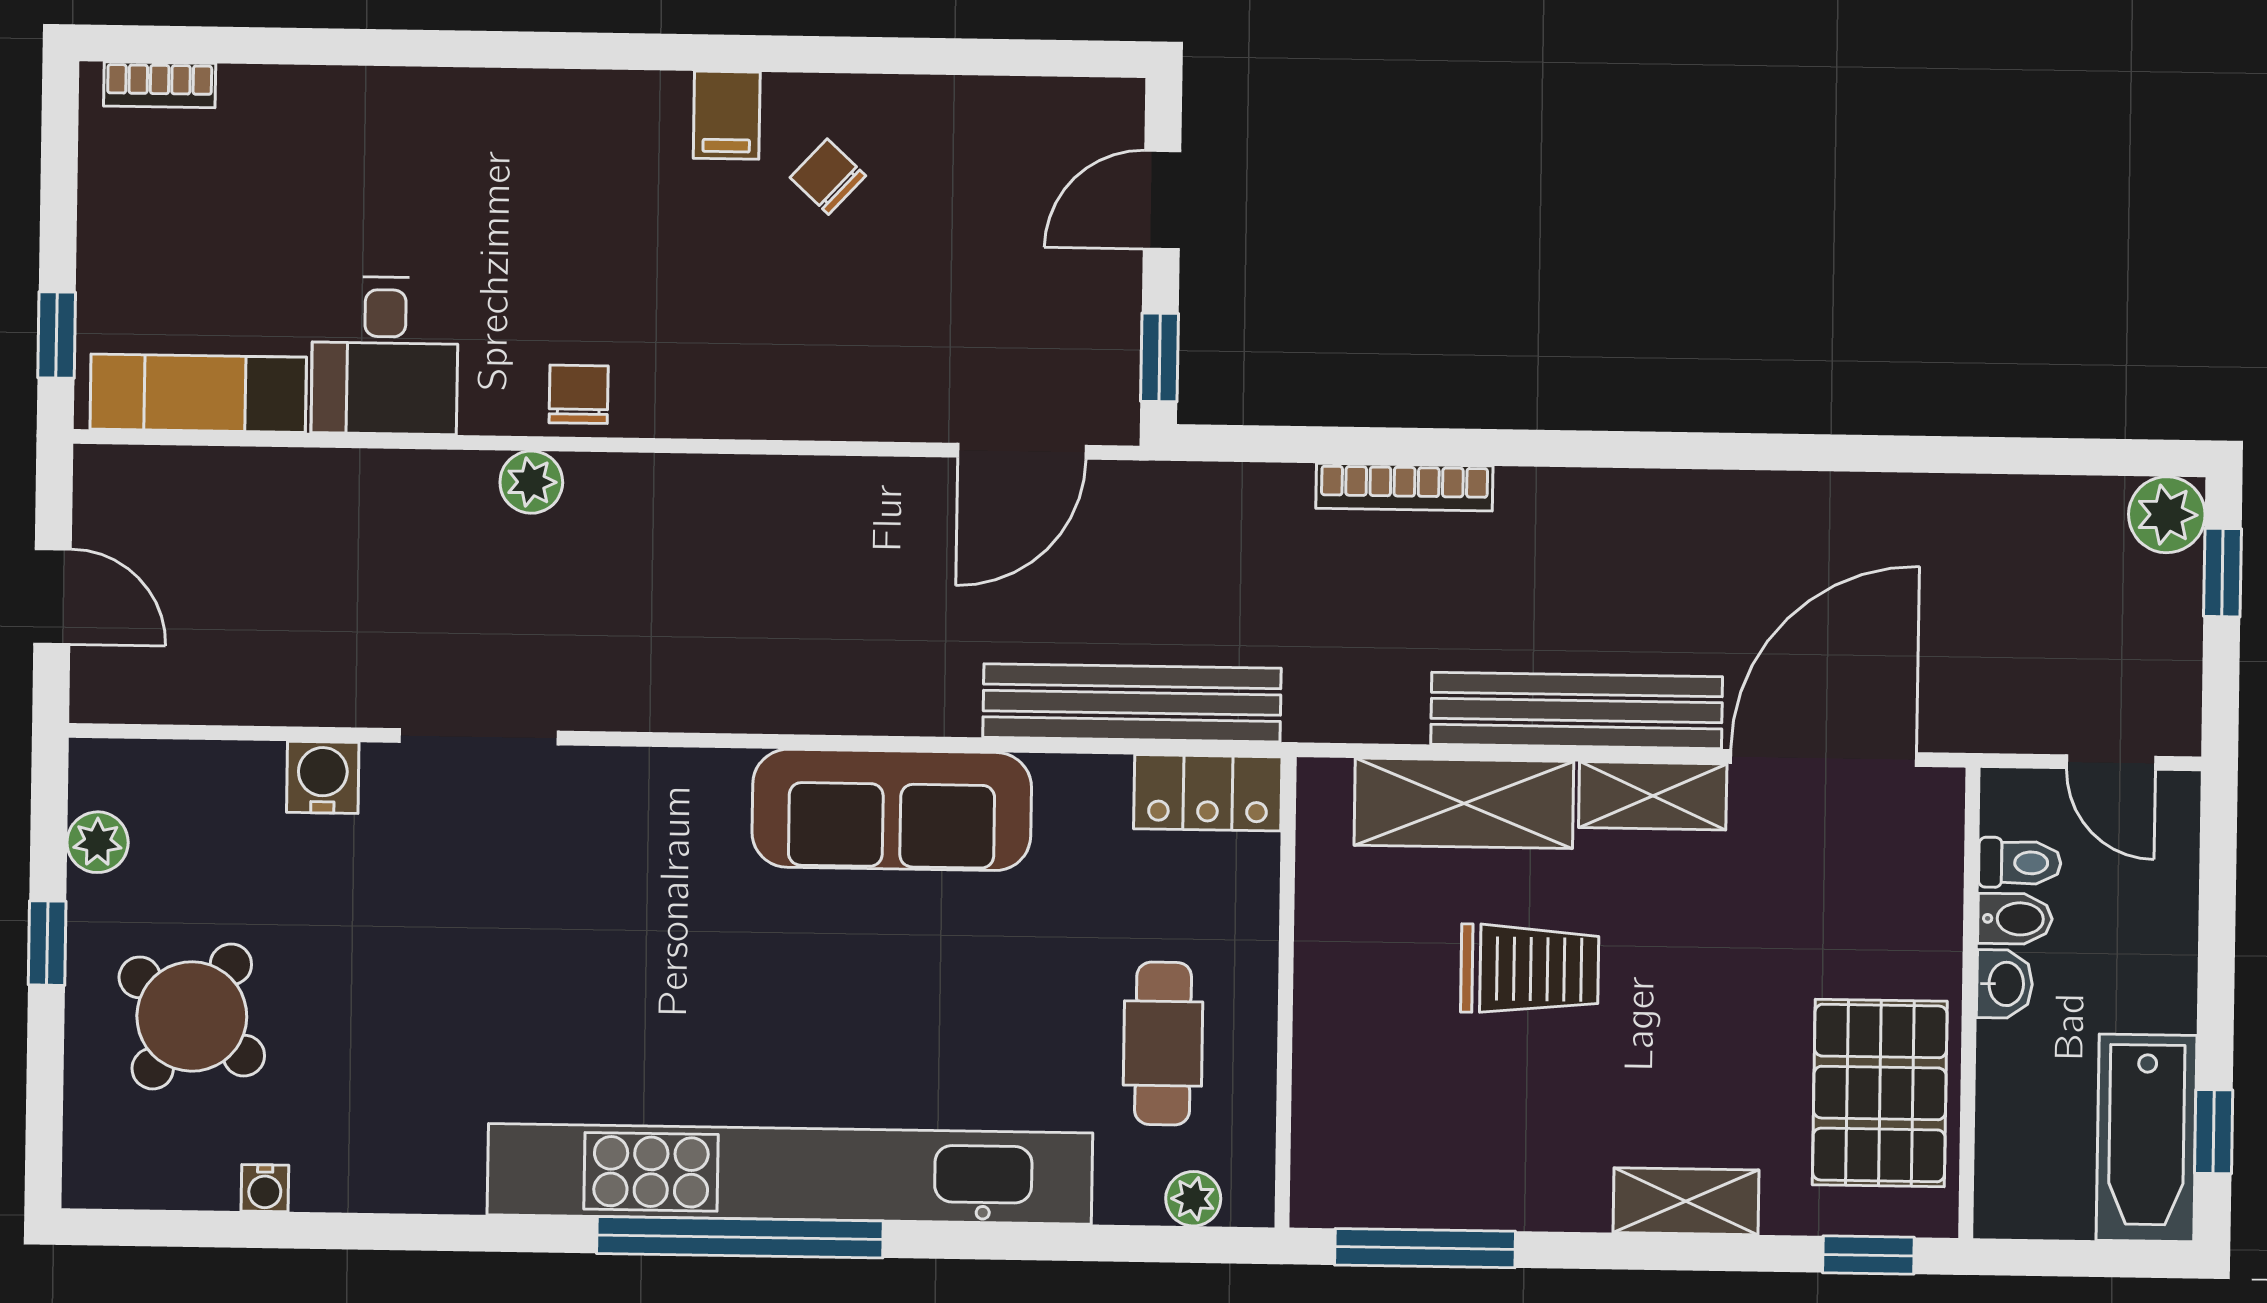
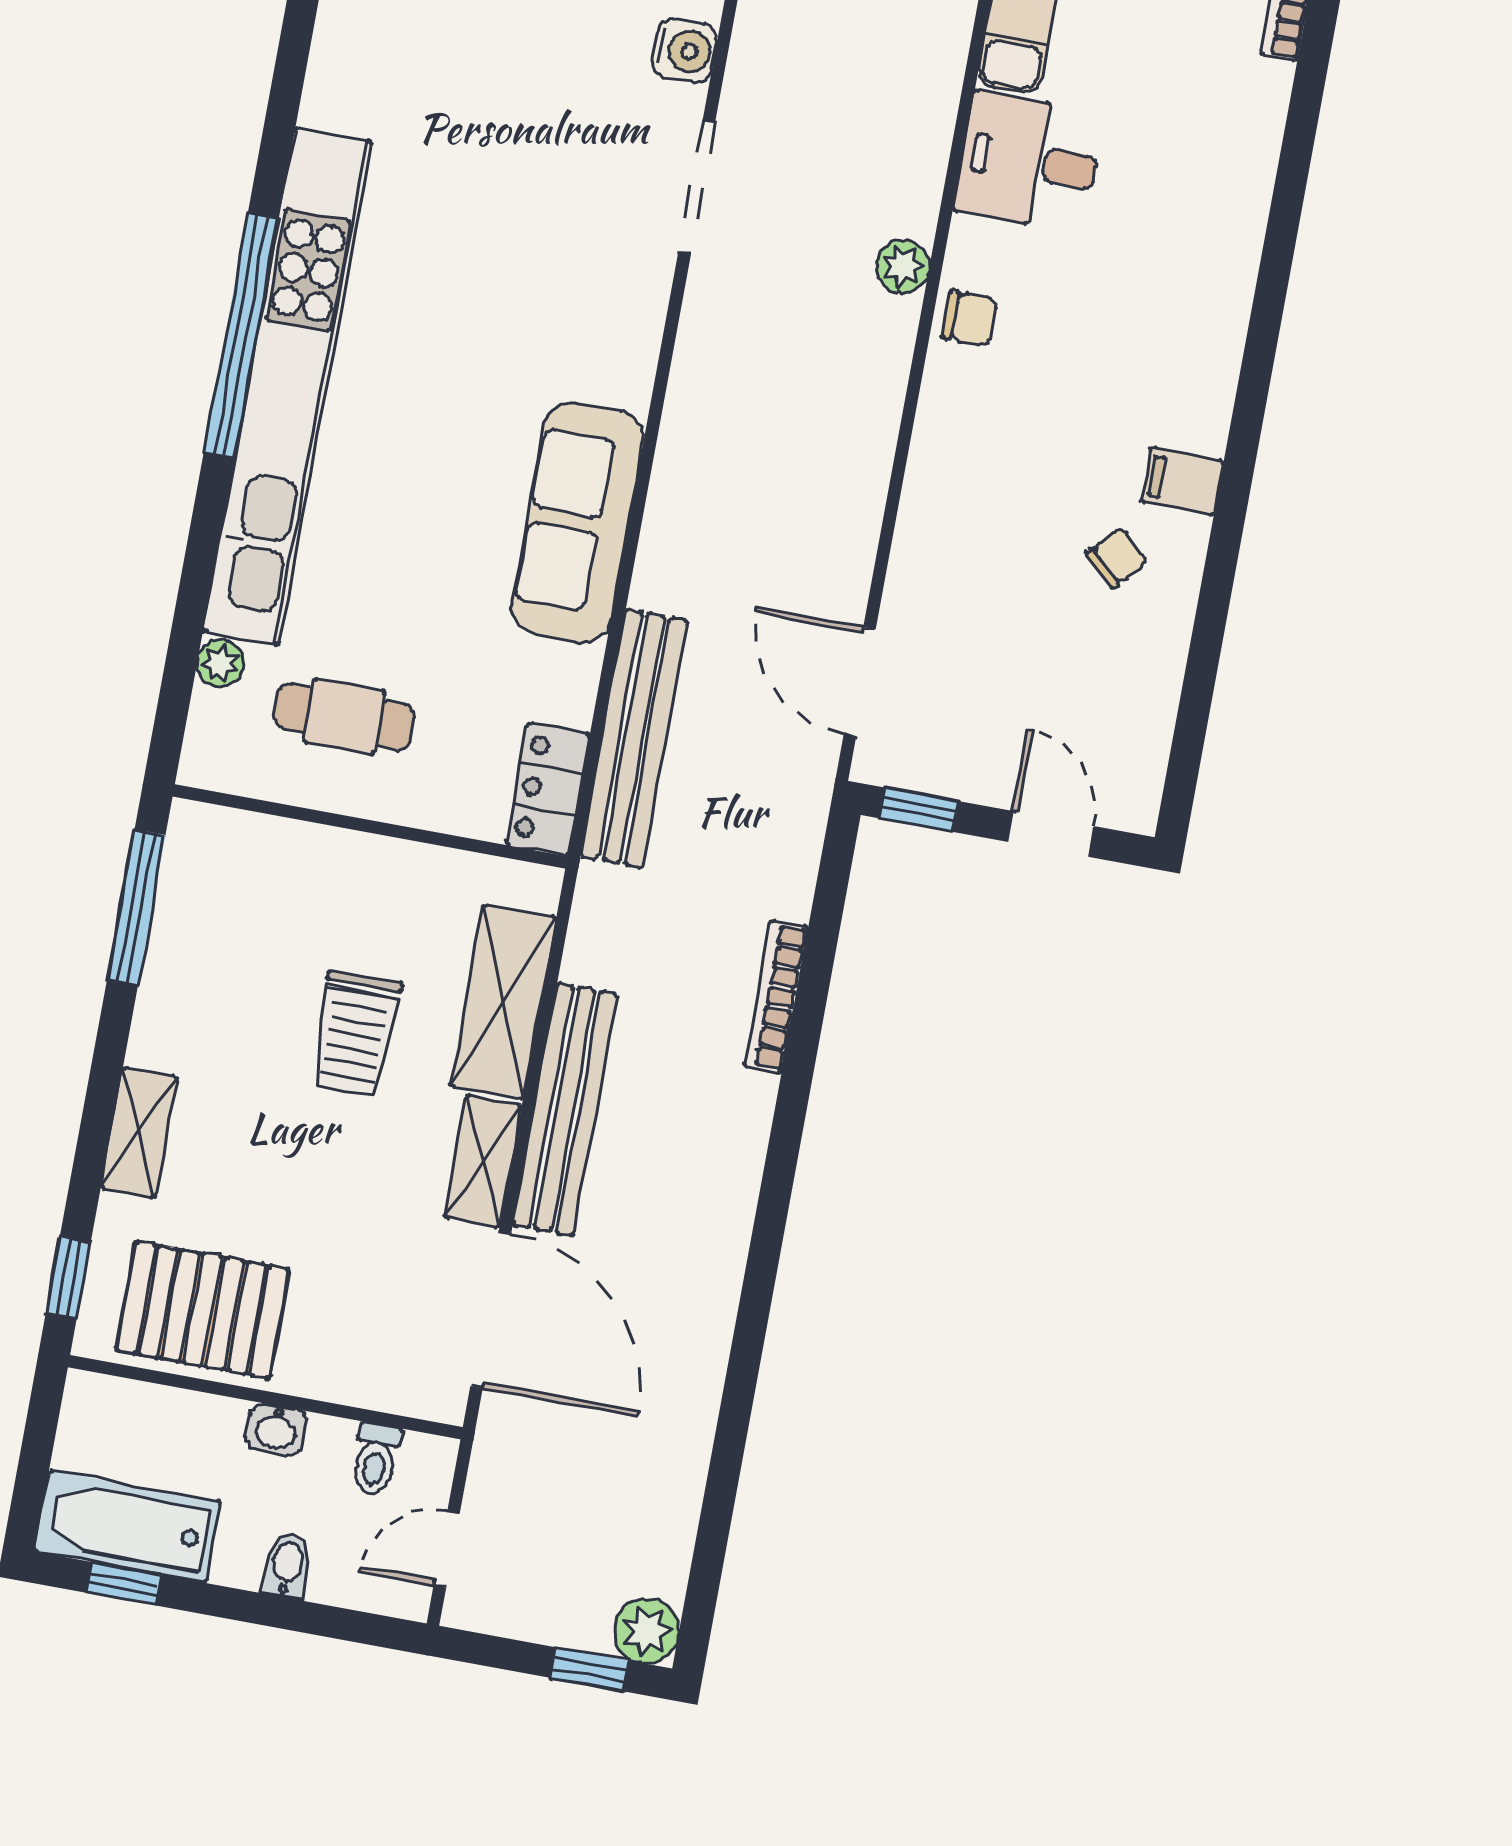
bidet: (2015, 919) -> (287, 1566), moved, turned 180
plant: (1193, 1199) -> (221, 663), moved

